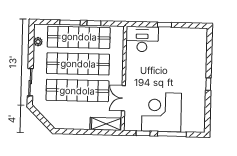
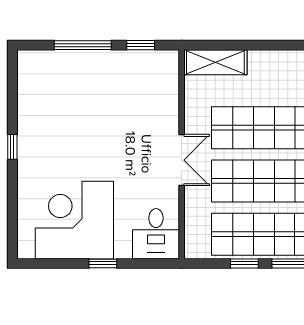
desk: (142, 39) -> (156, 234), width x0.73
double door: (123, 98) -> (182, 160), moved
corner desk: (162, 112) -> (74, 220), moved, turned 180

